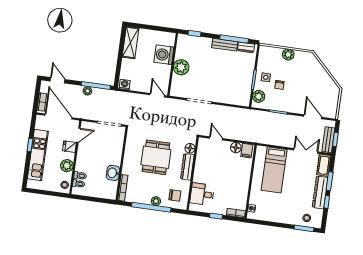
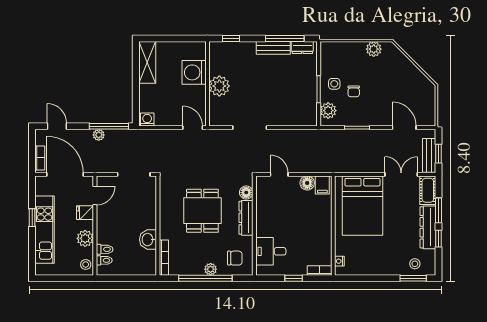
plant: (288, 54) -> (374, 49), moved
bed: (274, 170) -> (362, 206), width x1.50

